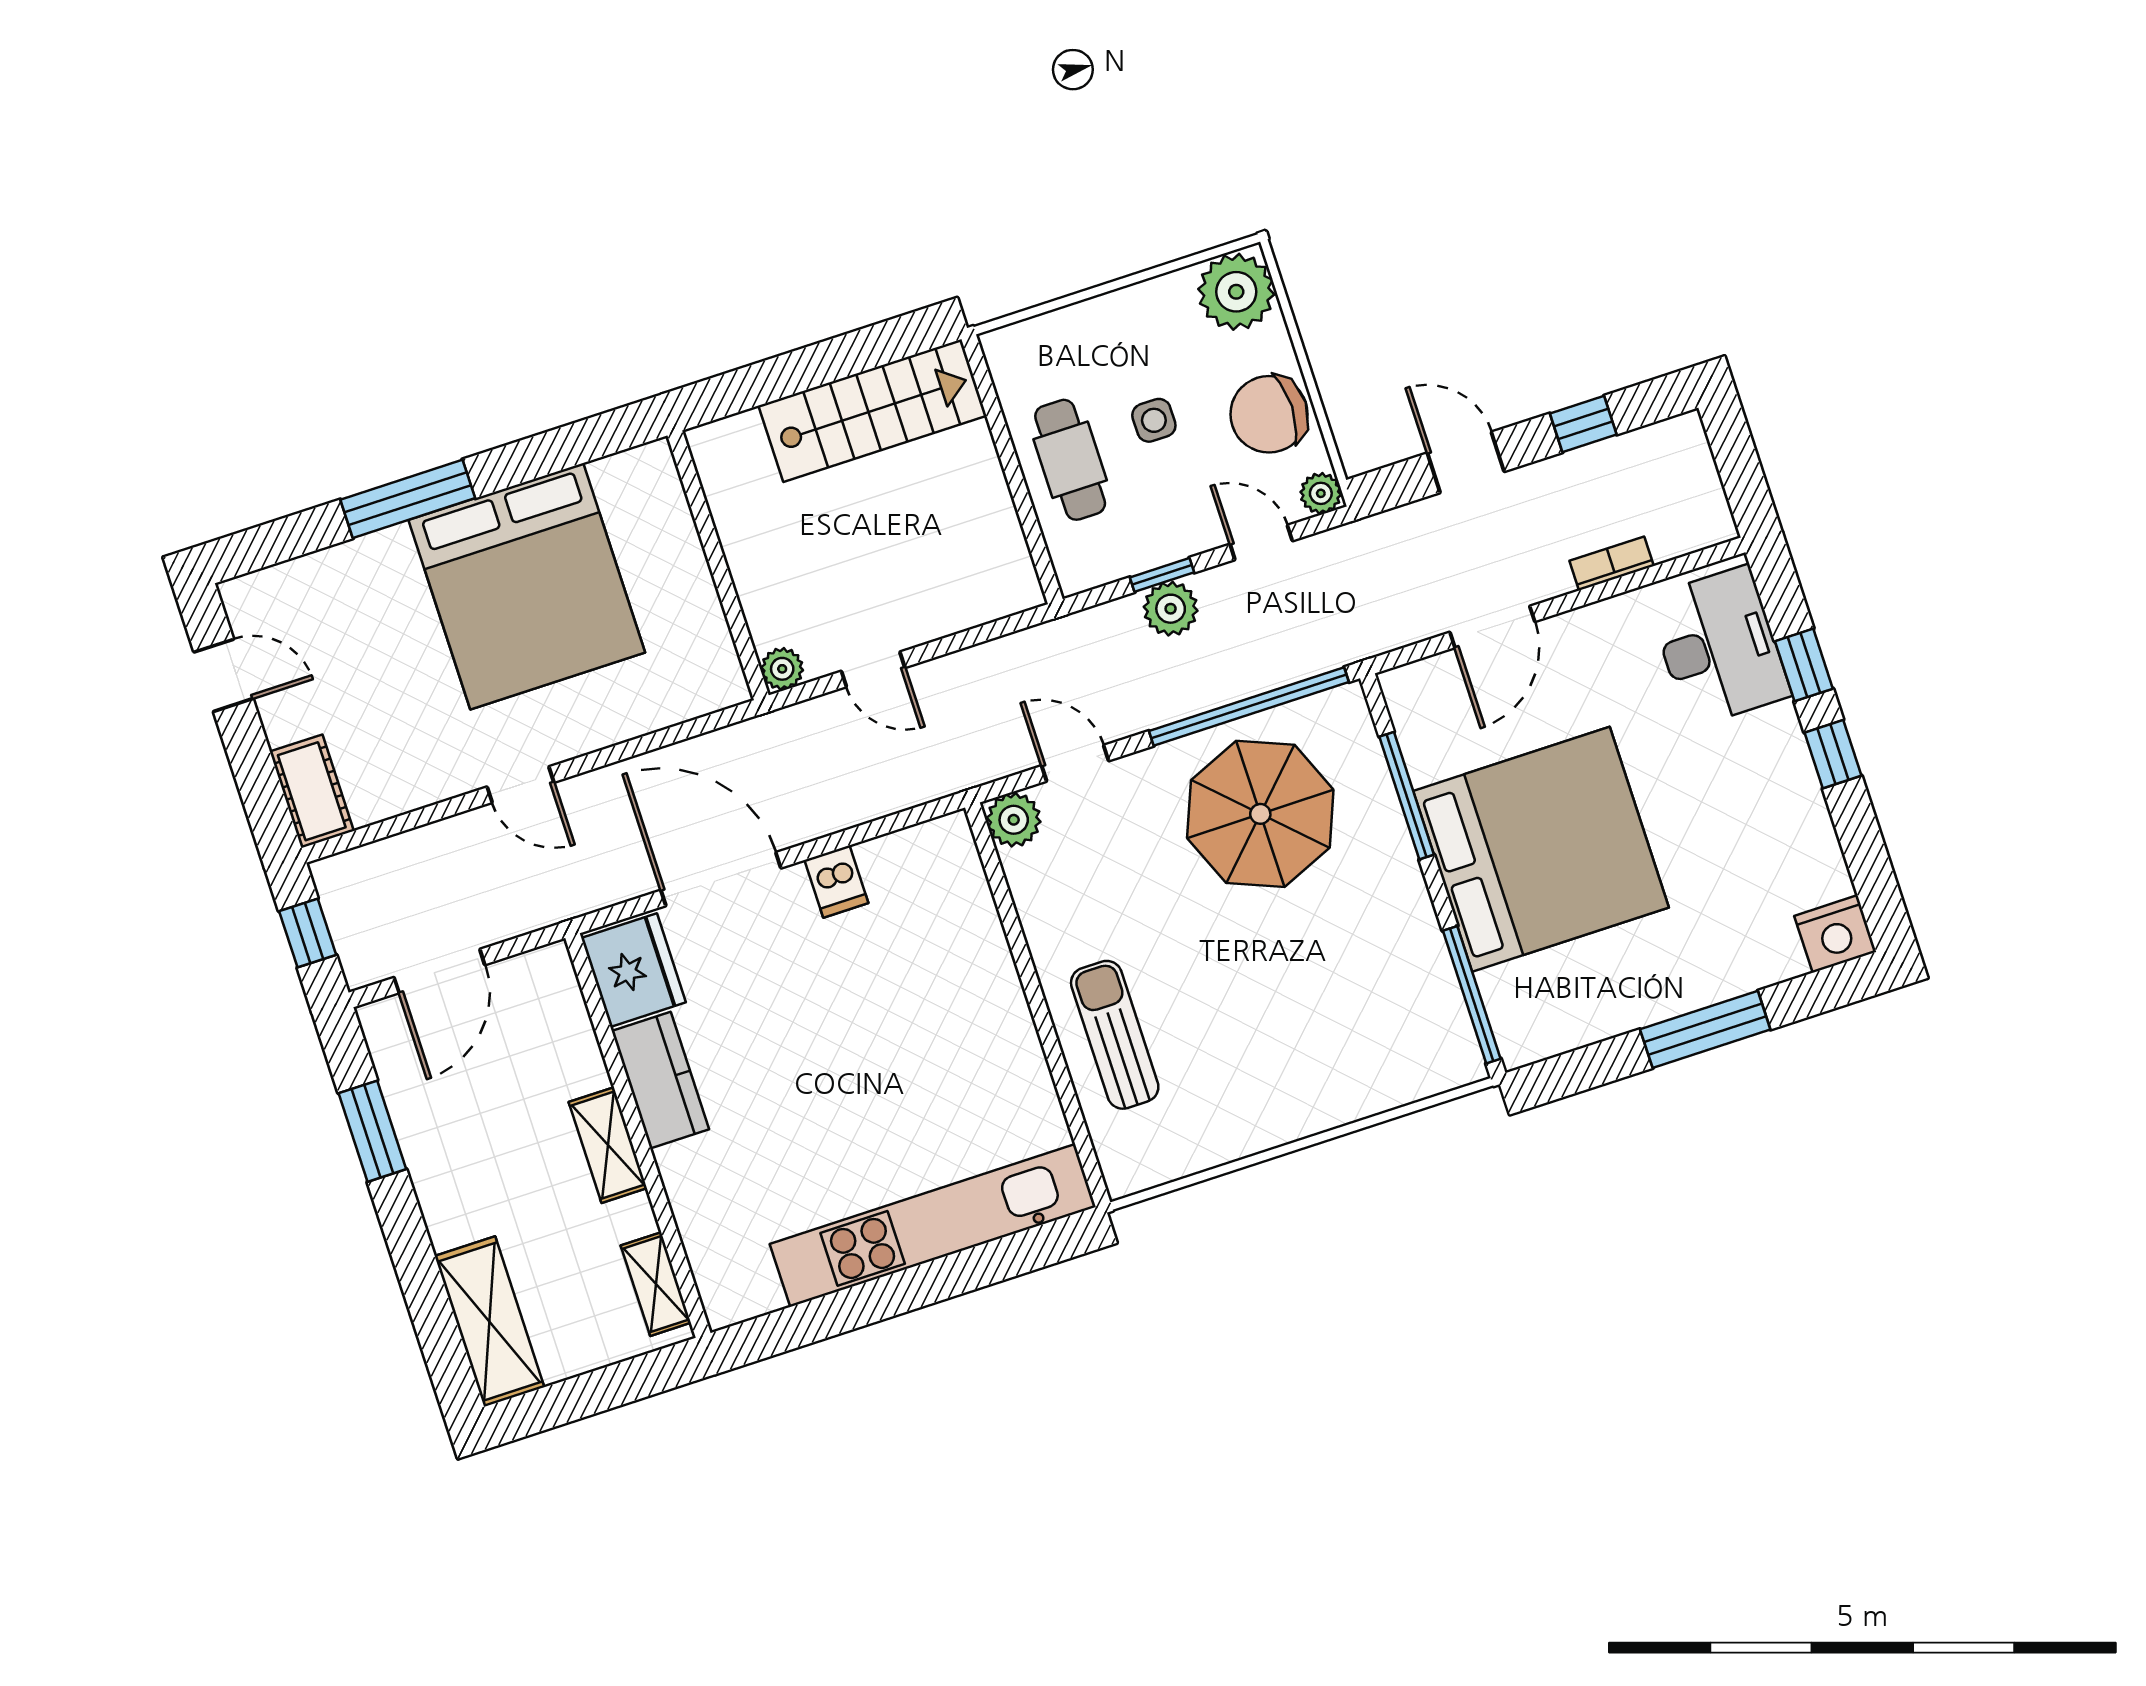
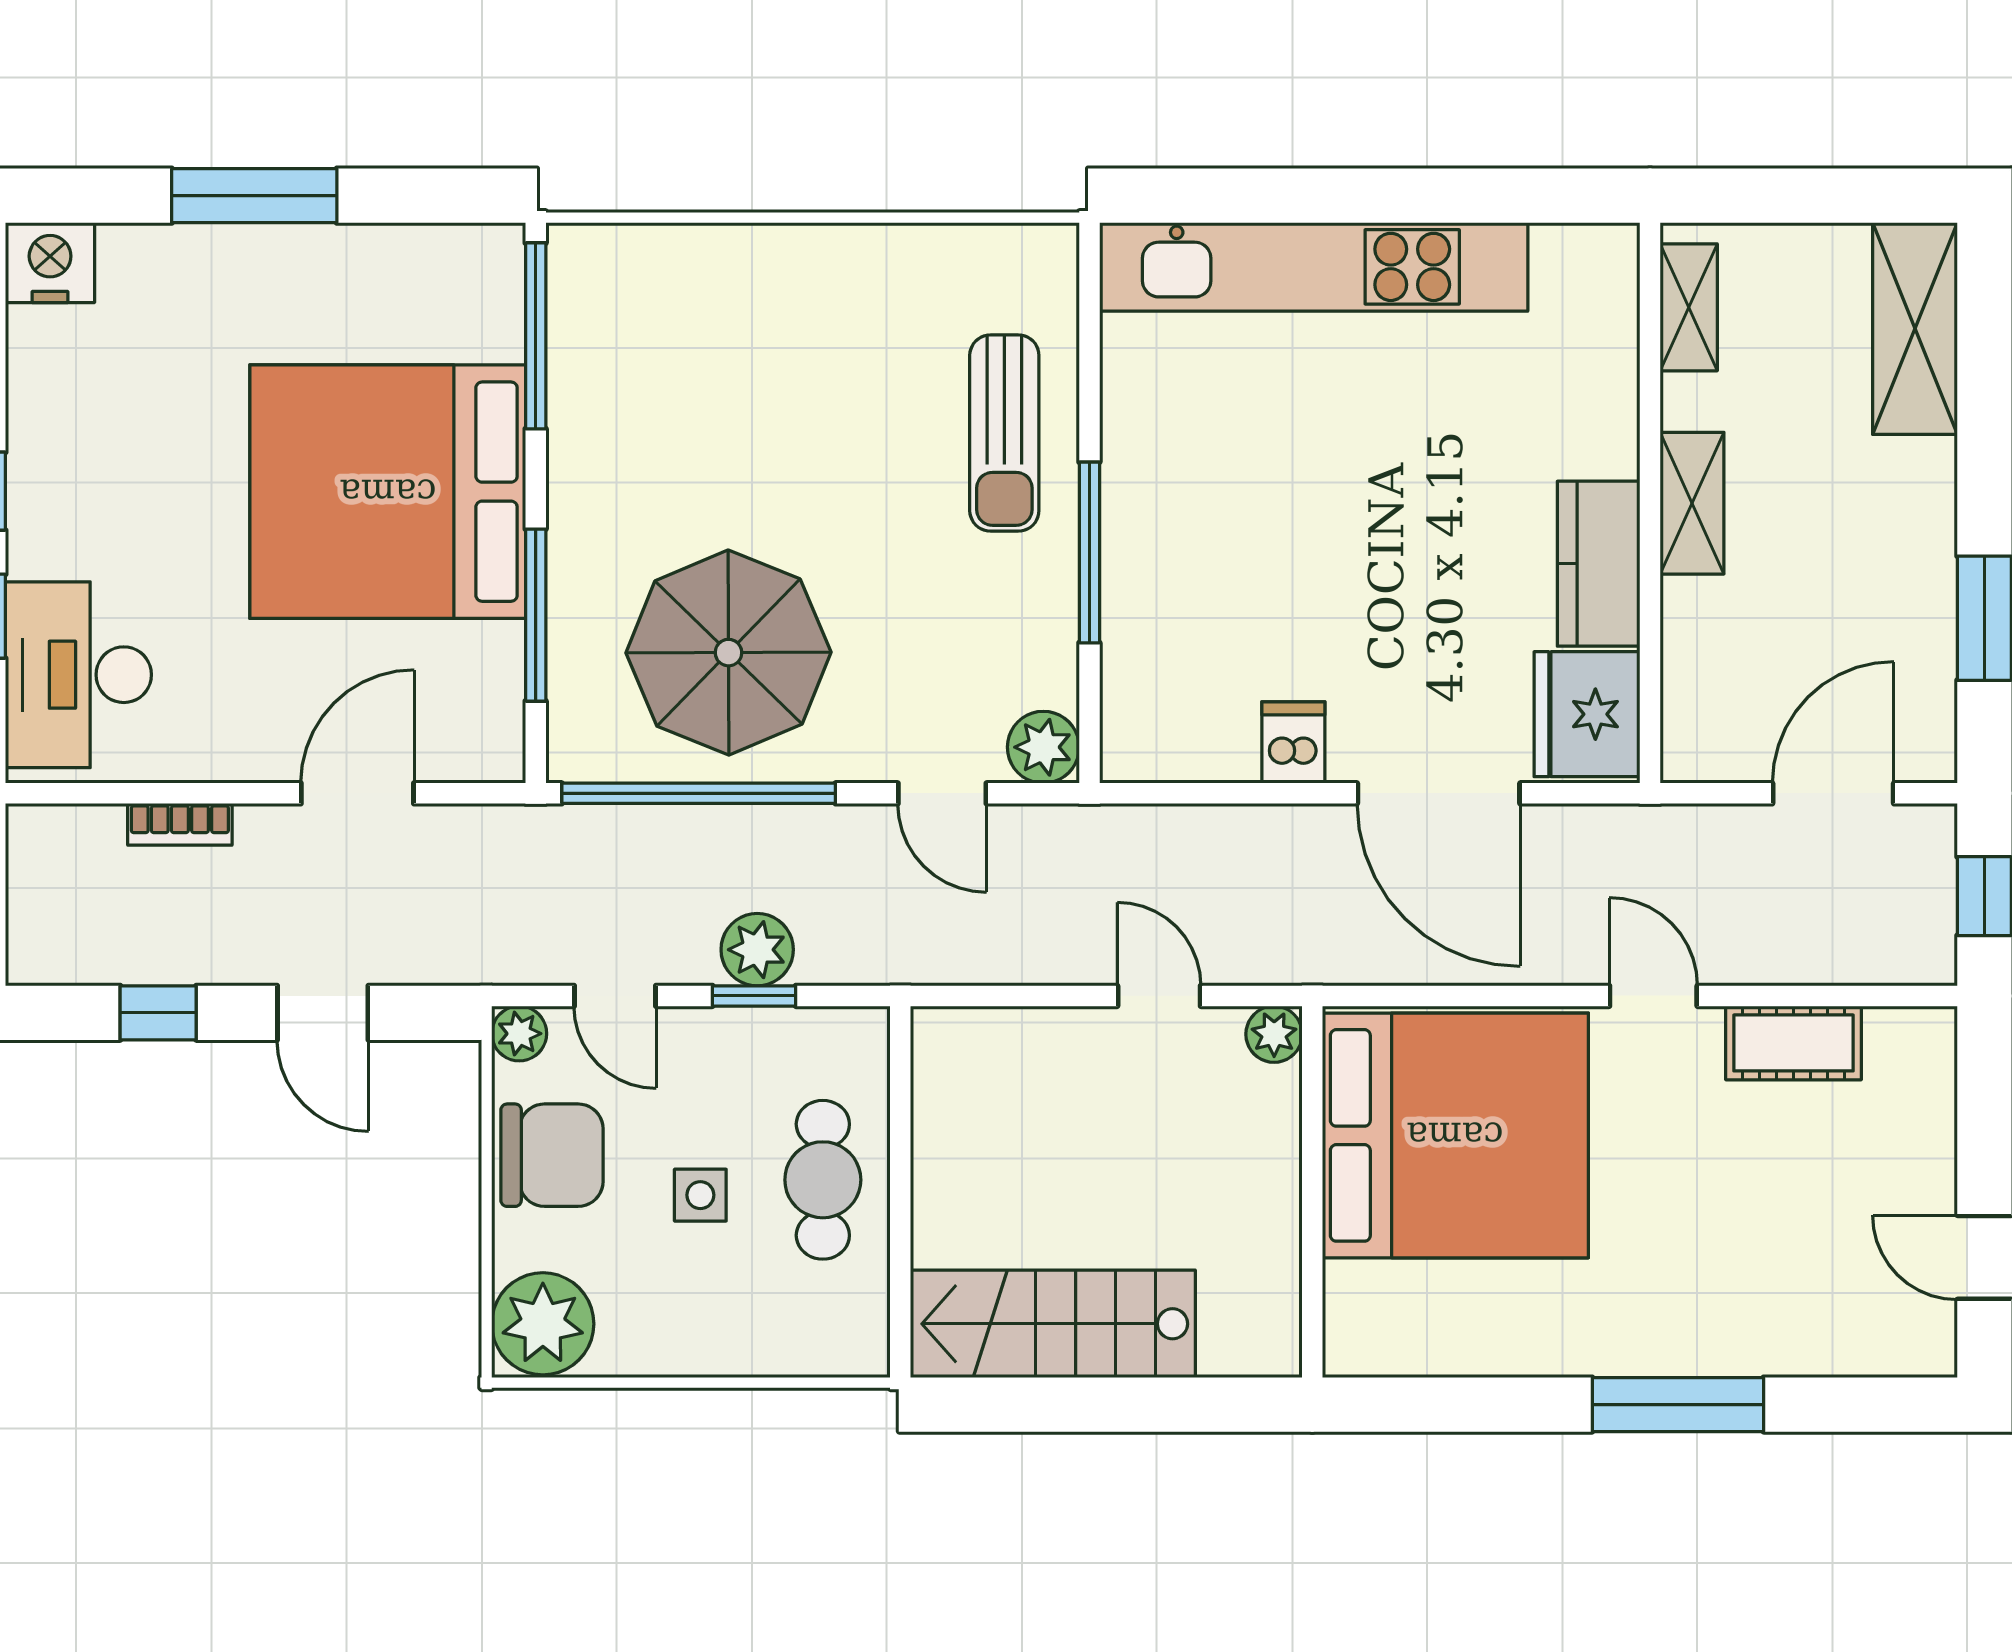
bed: (527, 586) -> (1455, 1135), moved, turned 90
cot: (312, 791) -> (1793, 1043), moved, turned 90
window: (1026, 969) -> (1089, 552), added

